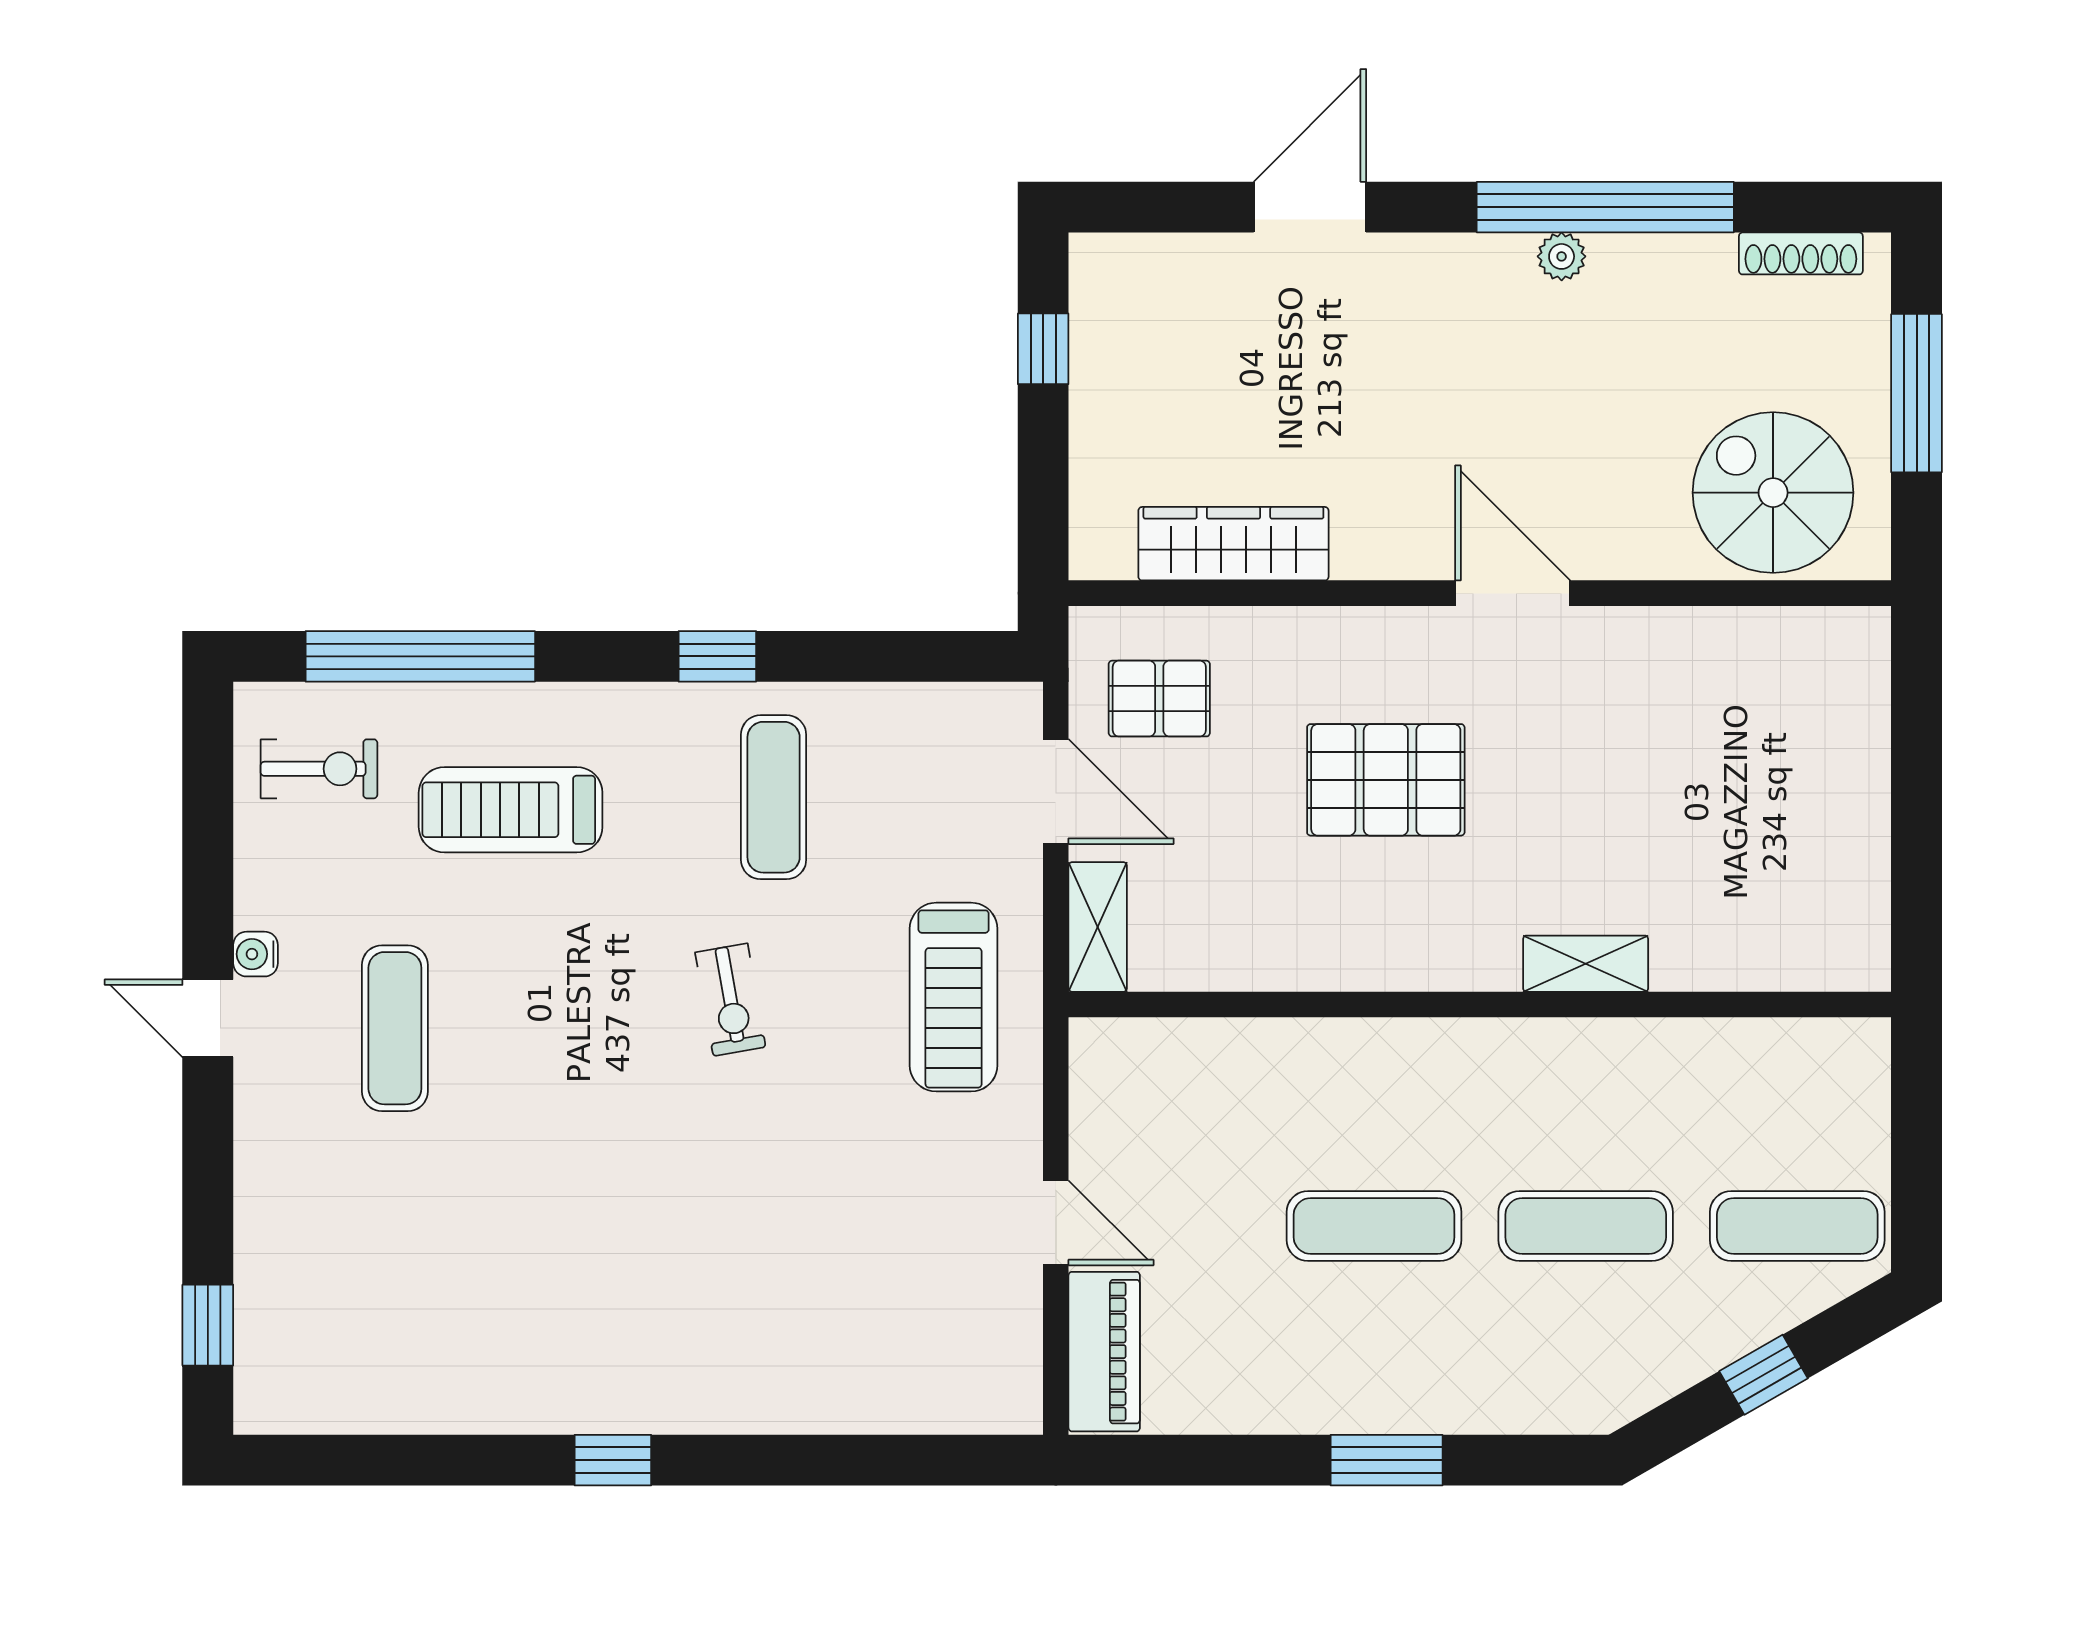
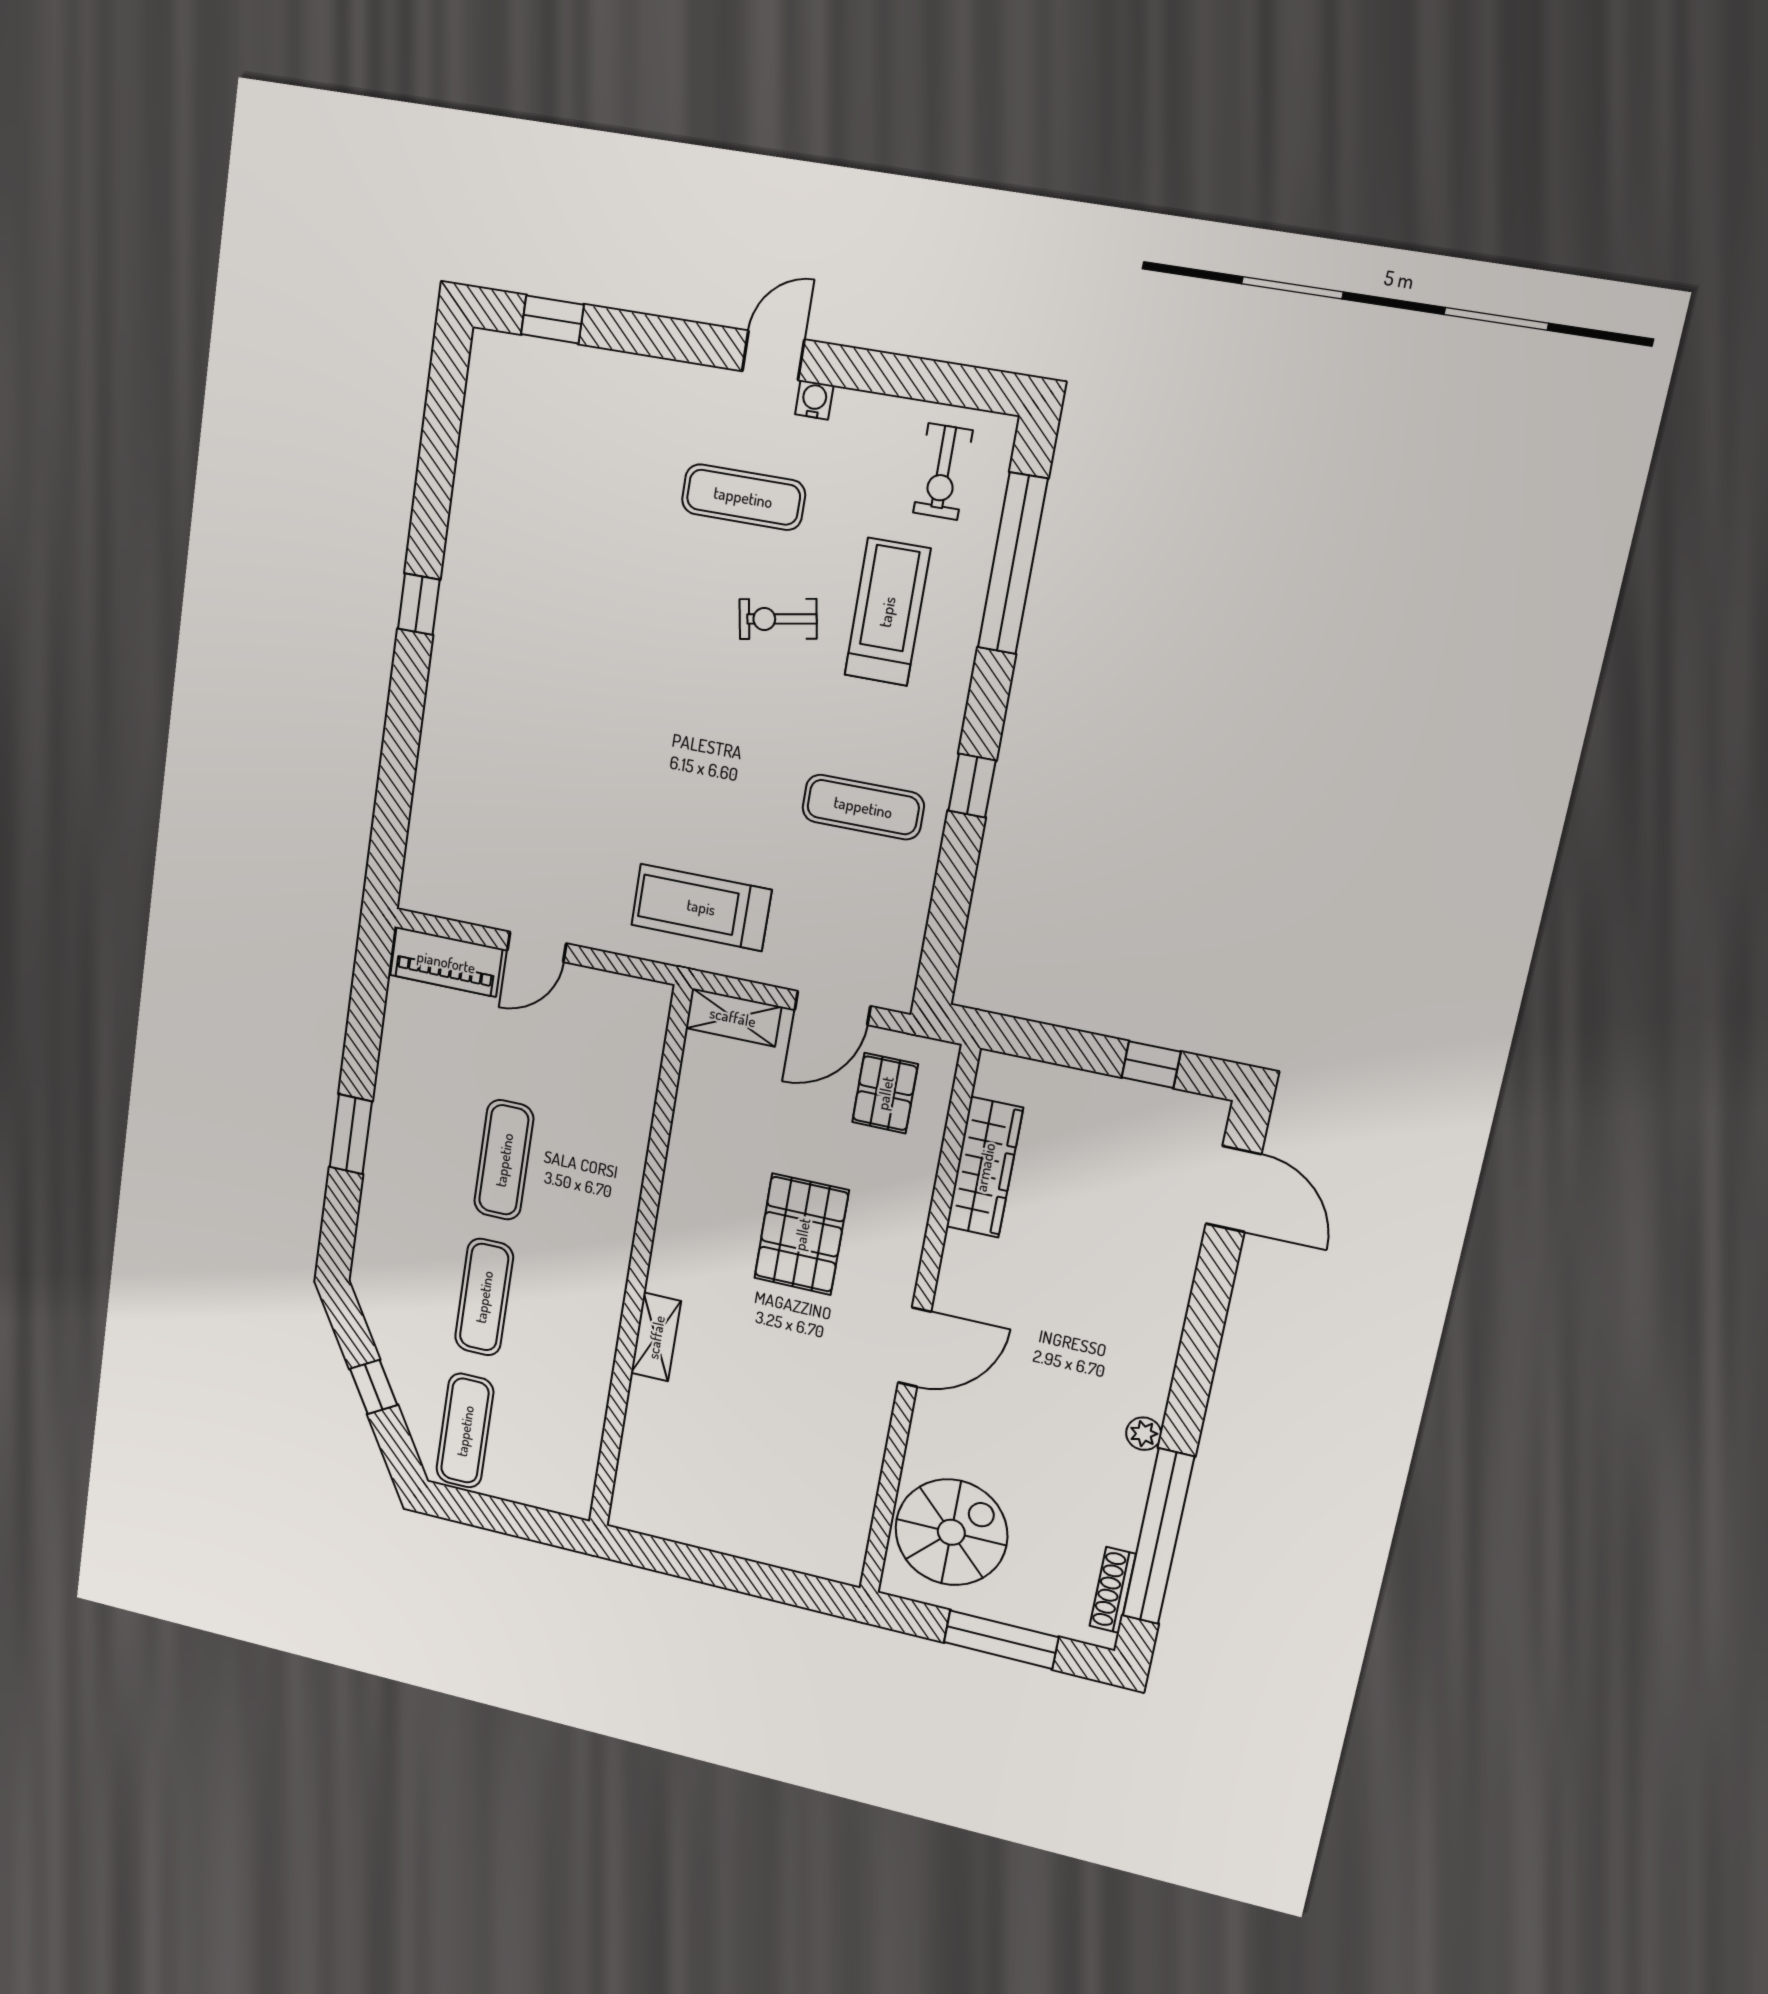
door: (1310, 207) -> (1233, 1189), moved
window: (1605, 207) -> (1158, 1537), moved
exercise bike: (730, 1000) -> (778, 619), moved

